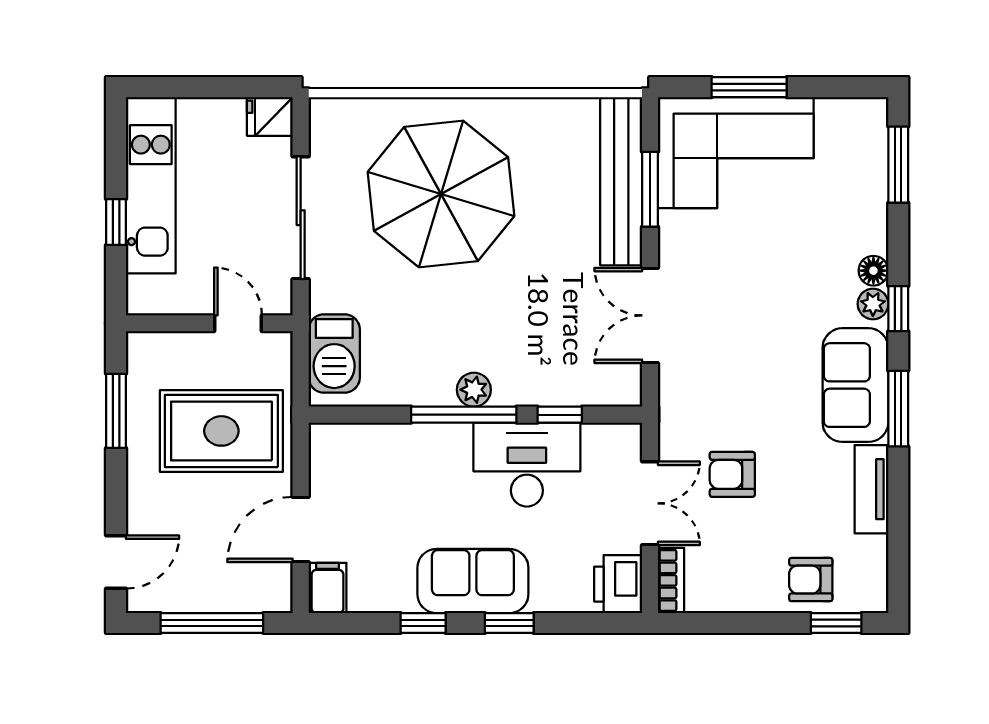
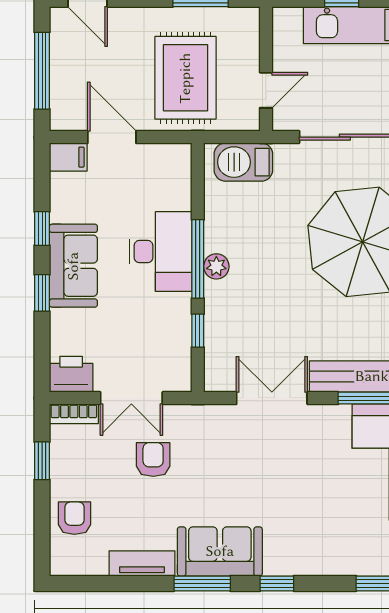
floor lamp: (873, 271) -> (305, 565), removed
plant: (873, 304) -> (280, 565), removed
desk: (527, 465) -> (160, 252), moved
window: (836, 623) -> (42, 461), moved

